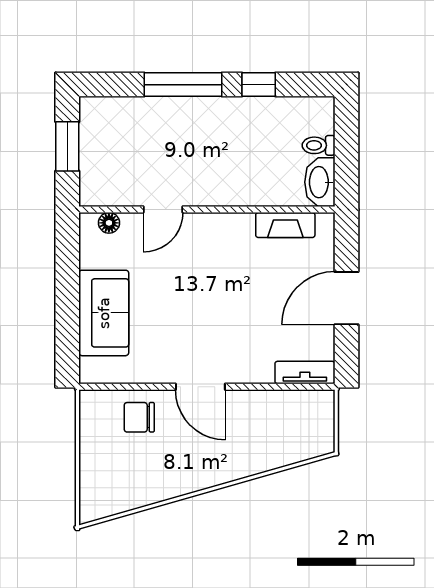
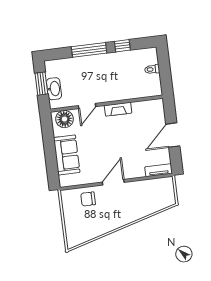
washbasin: (320, 182) -> (54, 89), moved, turned 180
floor lamp: (109, 223) -> (64, 119), width x1.89, depth x1.89
fireplace: (285, 225) -> (118, 109), moved
door: (200, 387) -> (113, 182), swing flipped

